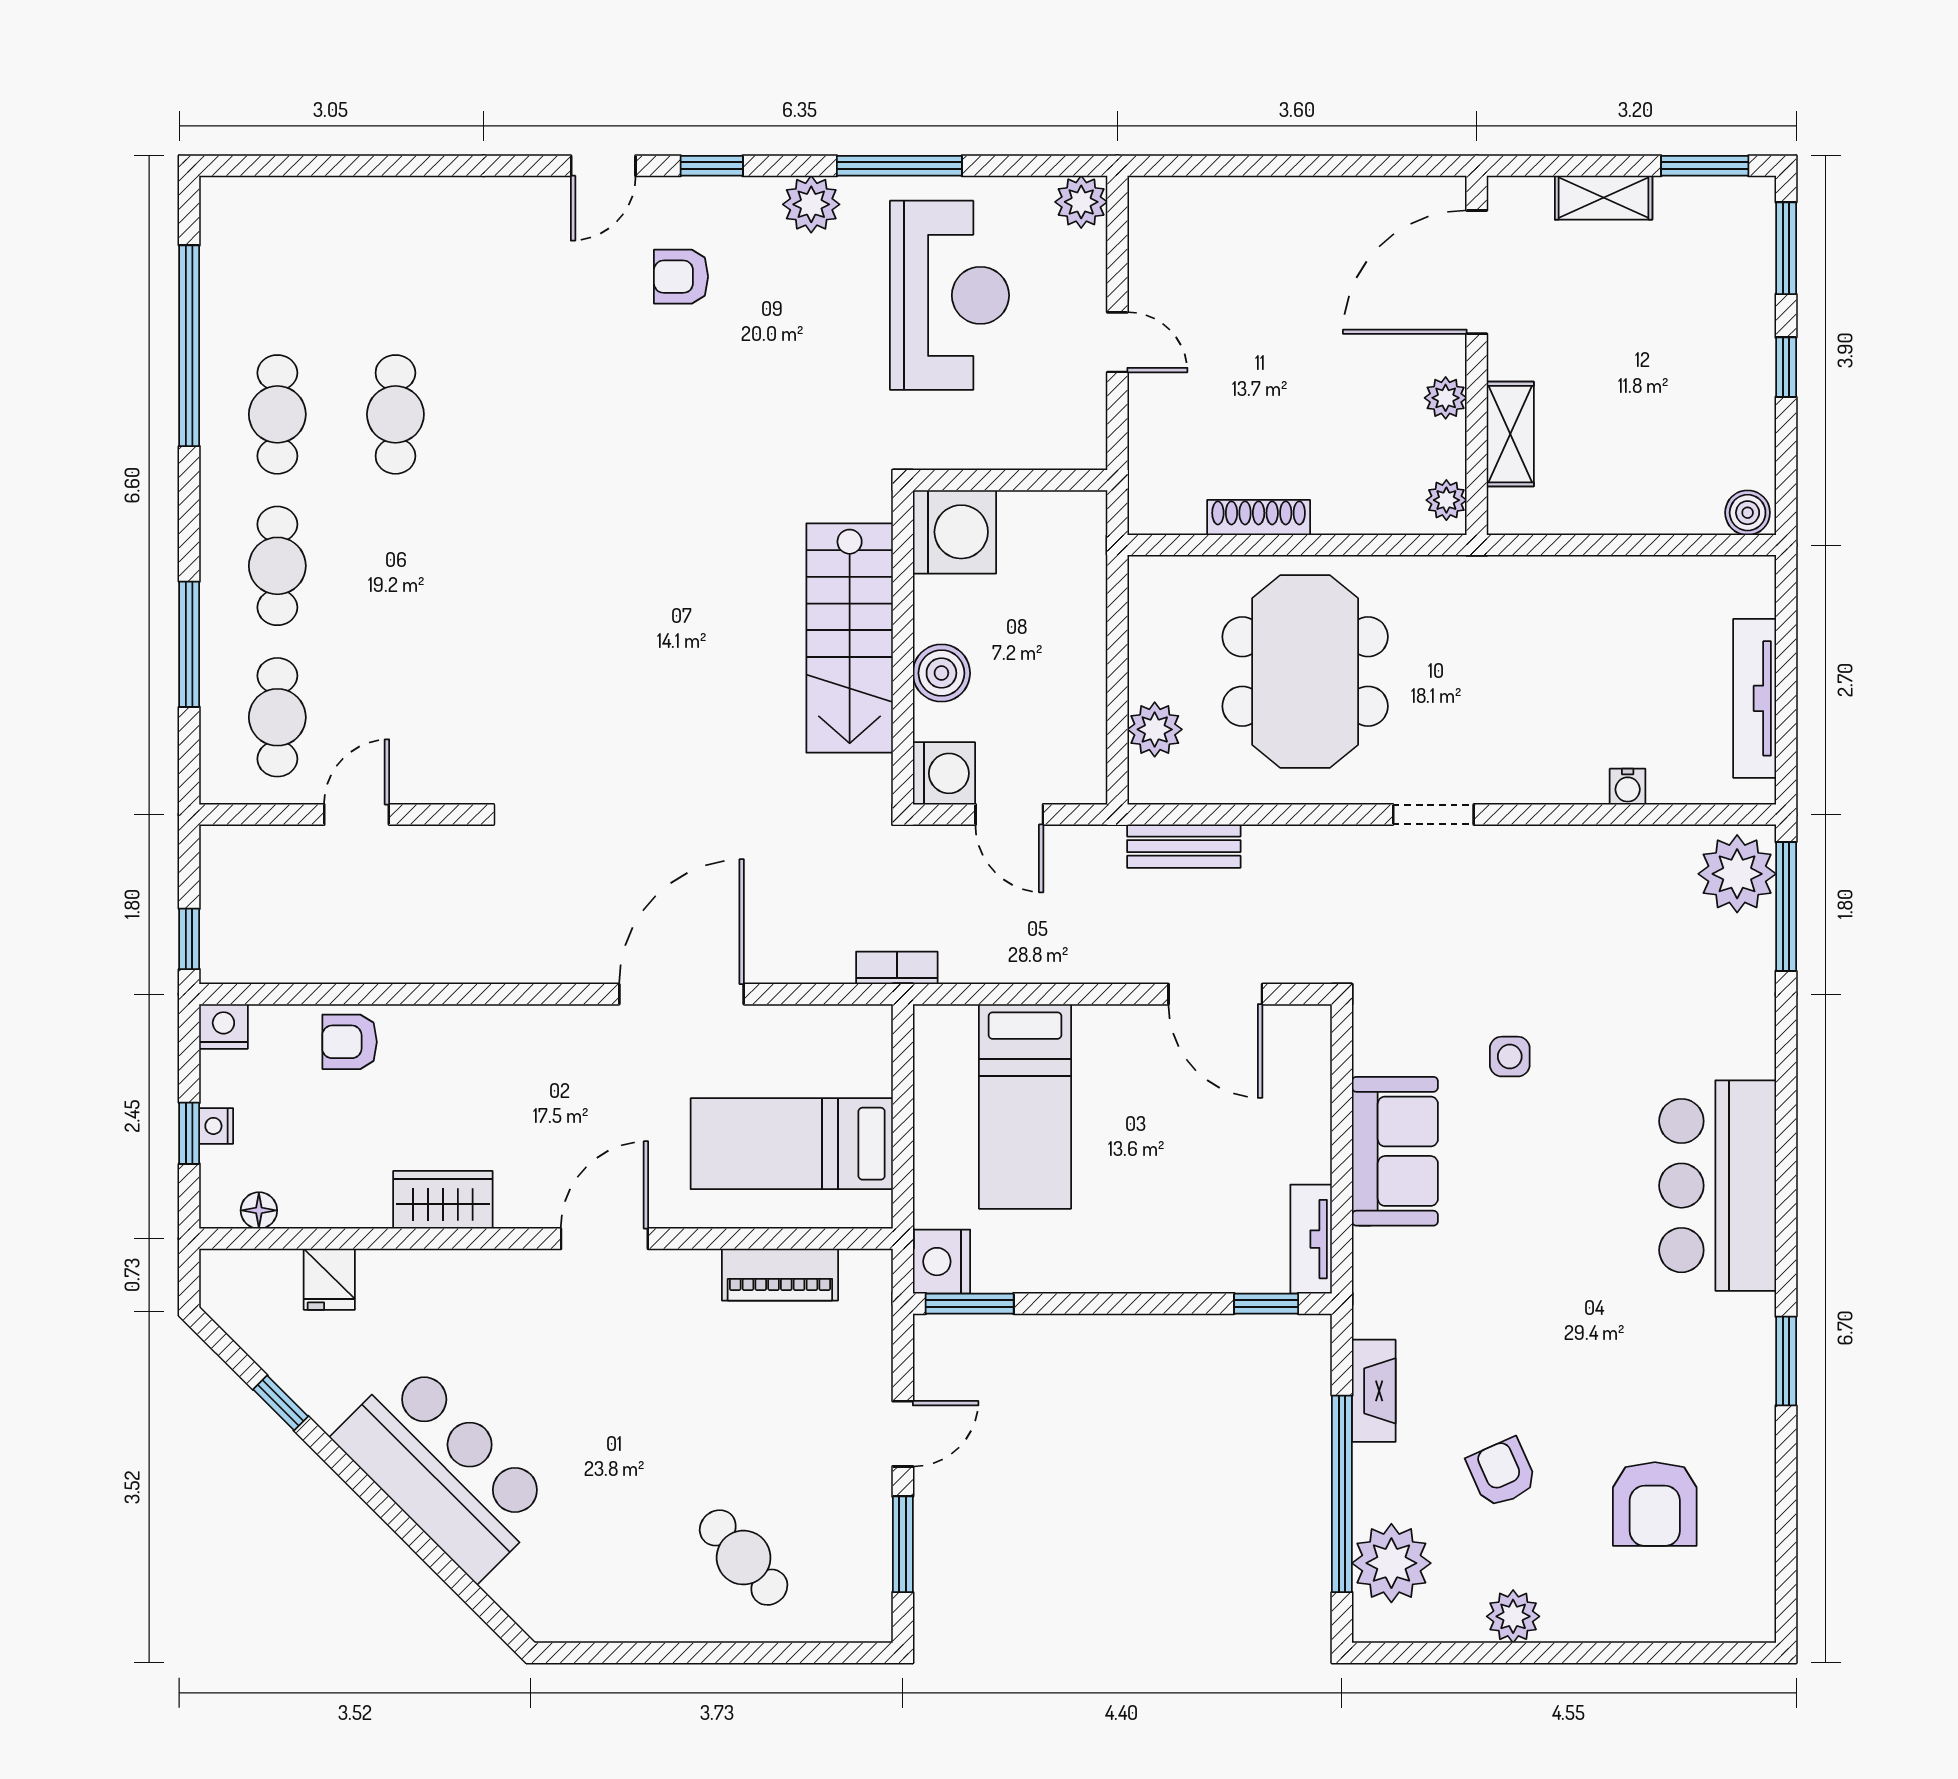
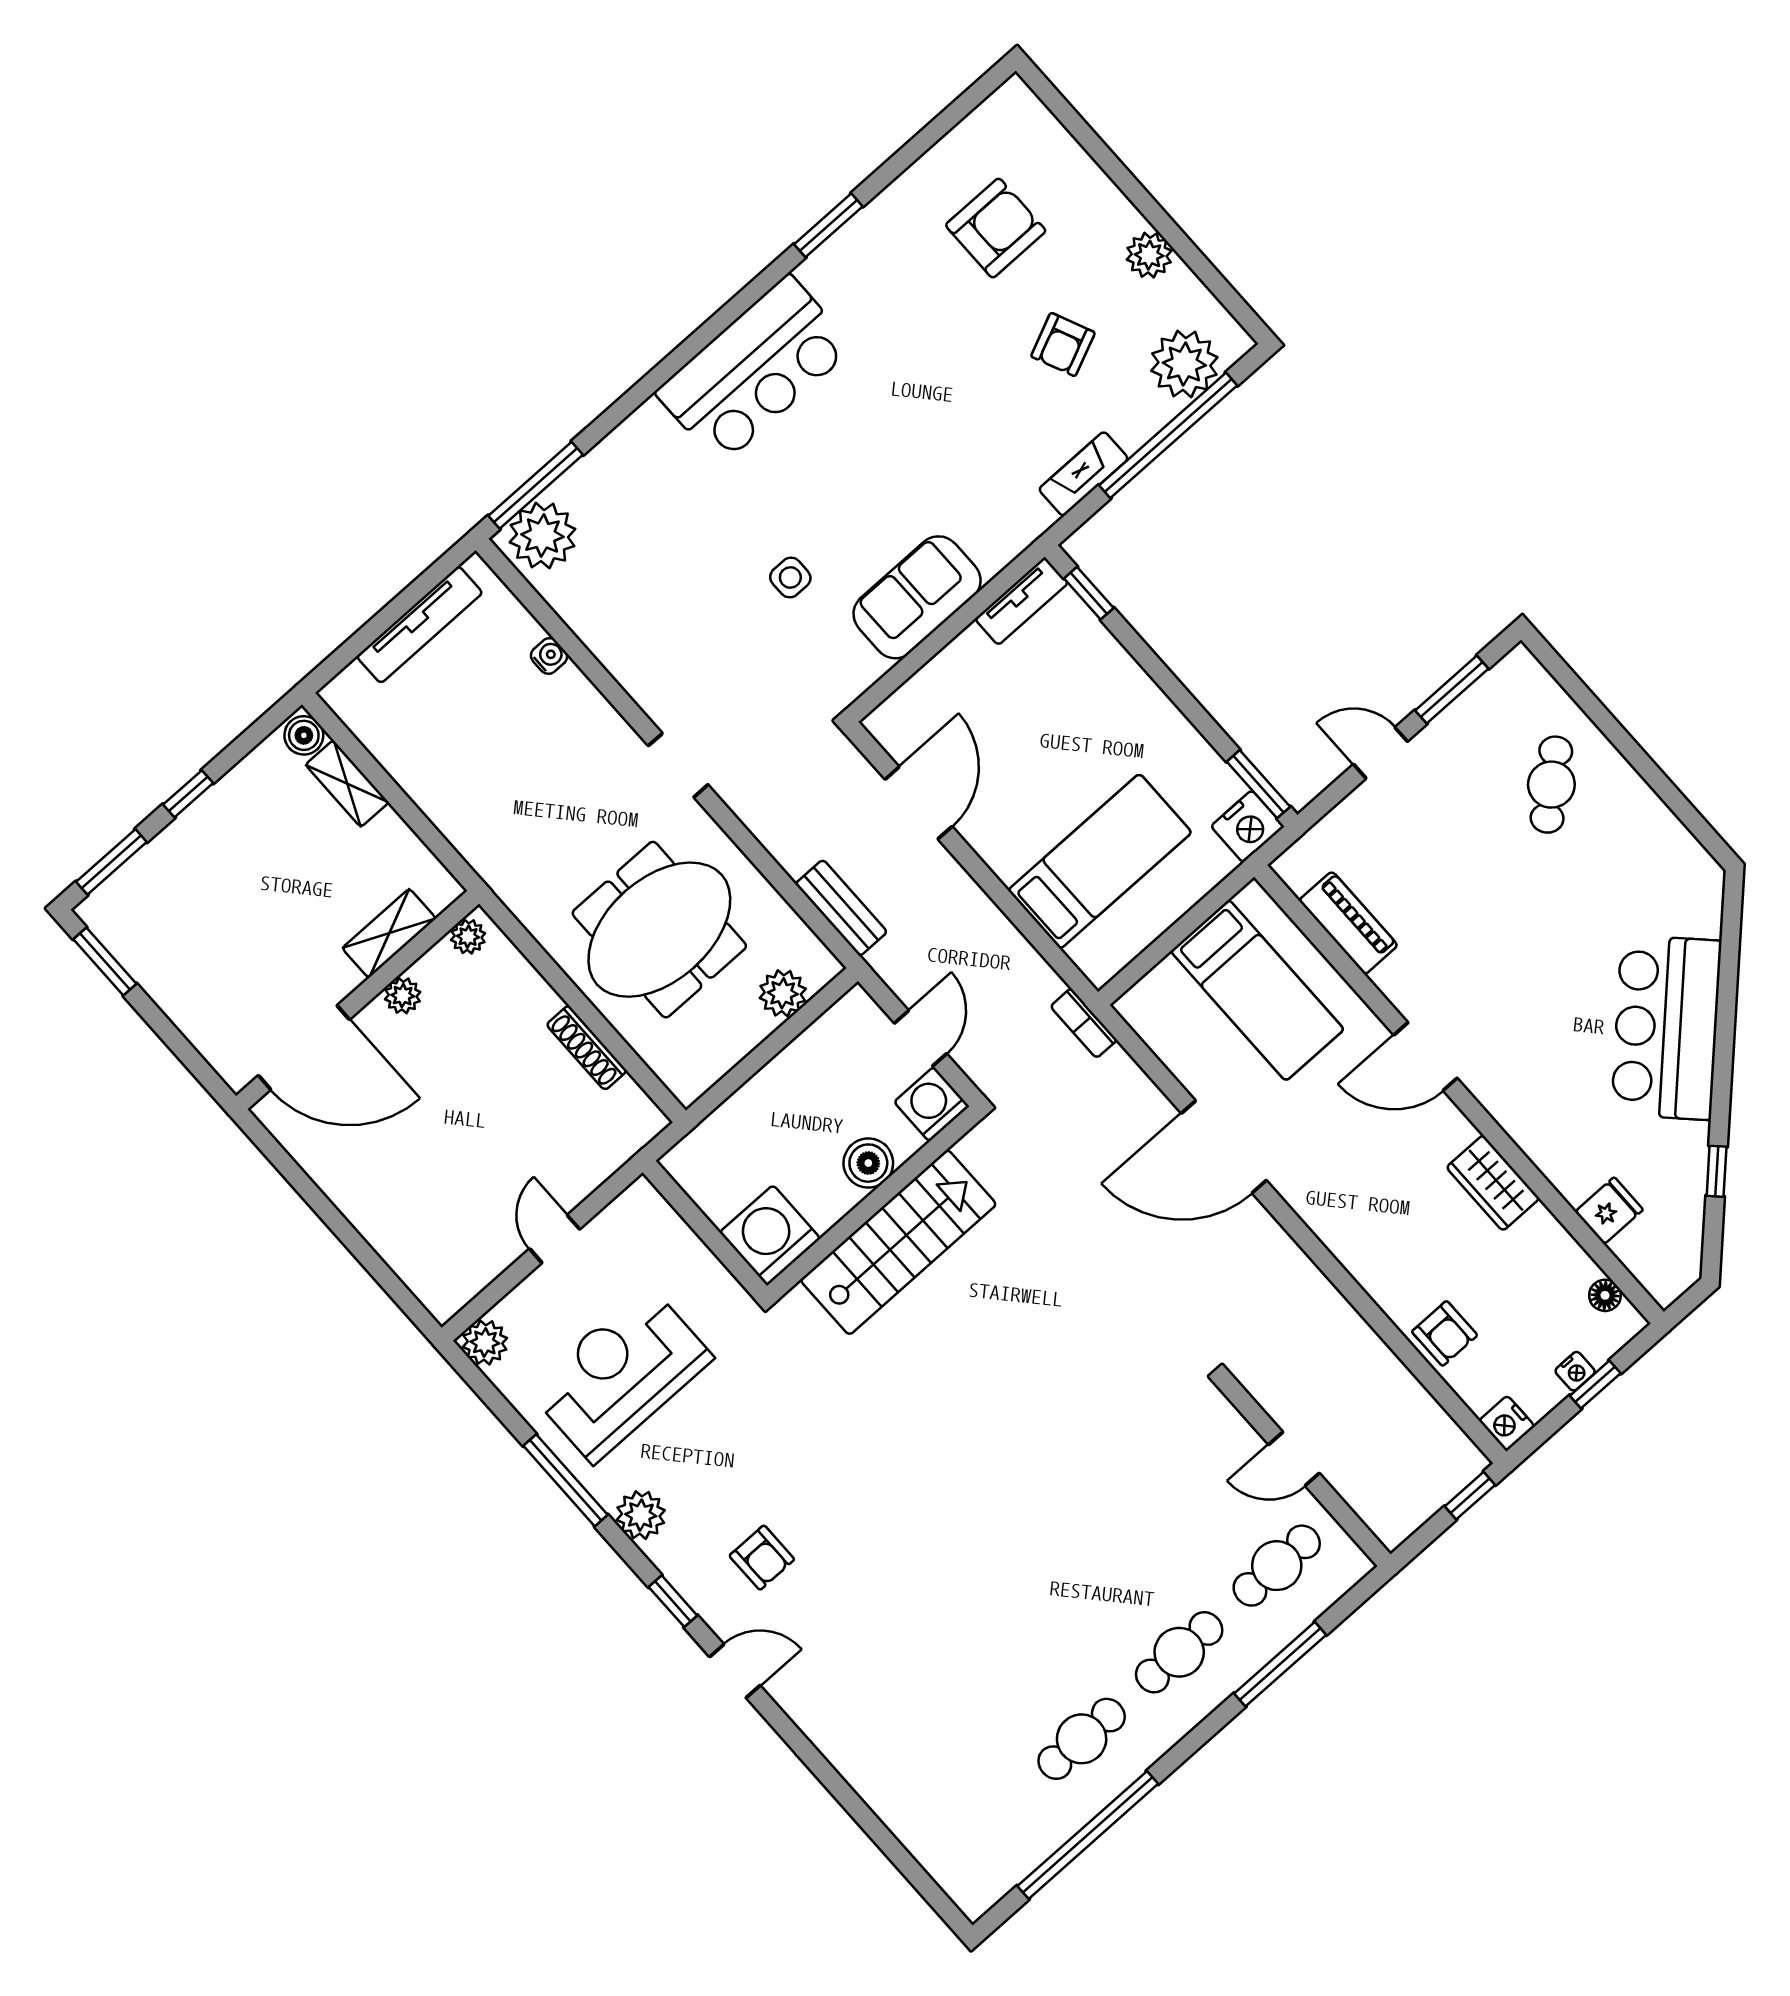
shelving: (1604, 198) -> (347, 784), moved
cafe table: (395, 414) -> (1014, 1663), removed

